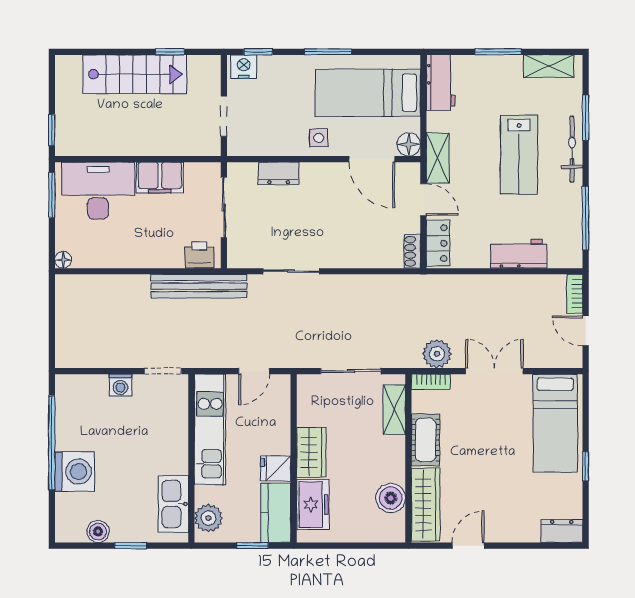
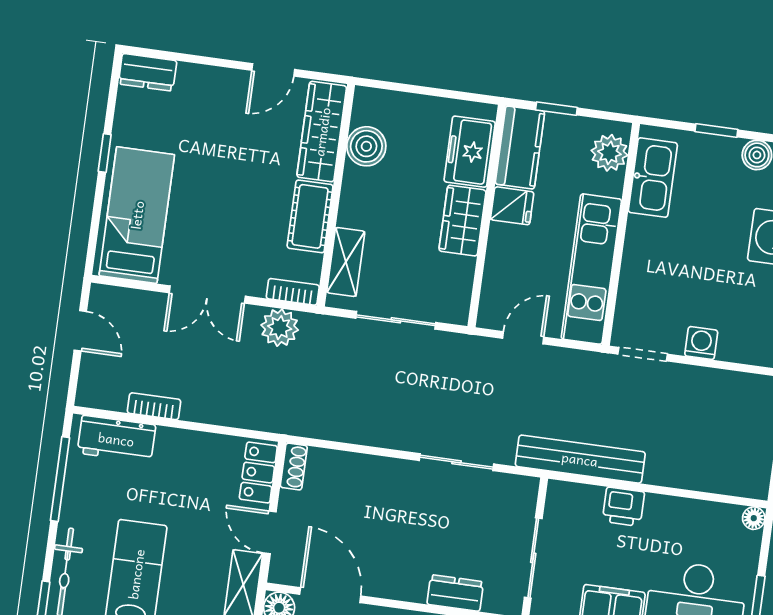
workbench: (519, 254) -> (116, 439), moved
printer: (200, 255) -> (623, 507), moved
bookcase: (575, 294) -> (154, 406), moved, turned -90

